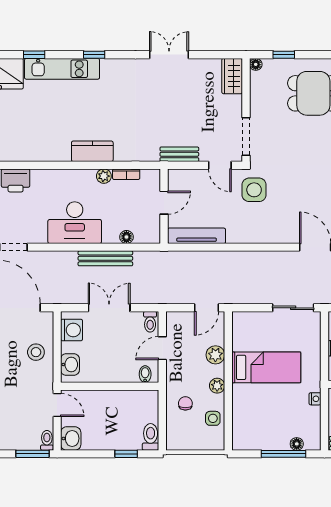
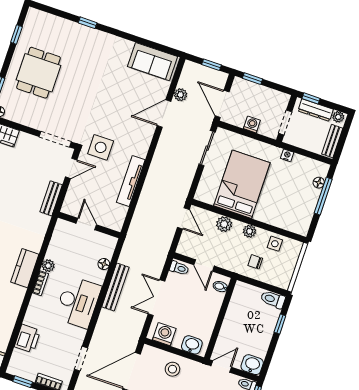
bookcase: (126, 174) -> (40, 283), moved
tv unit: (197, 236) -> (131, 181), moved
bed: (266, 367) -> (242, 184), width x1.50

